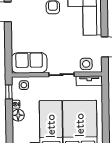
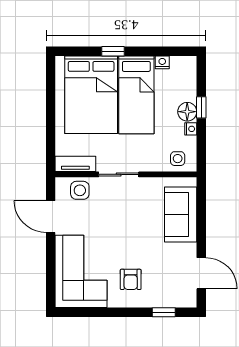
sofa: (29, 63) -> (181, 215), moved, turned 90
window: (9, 92) -> (201, 107), moved

